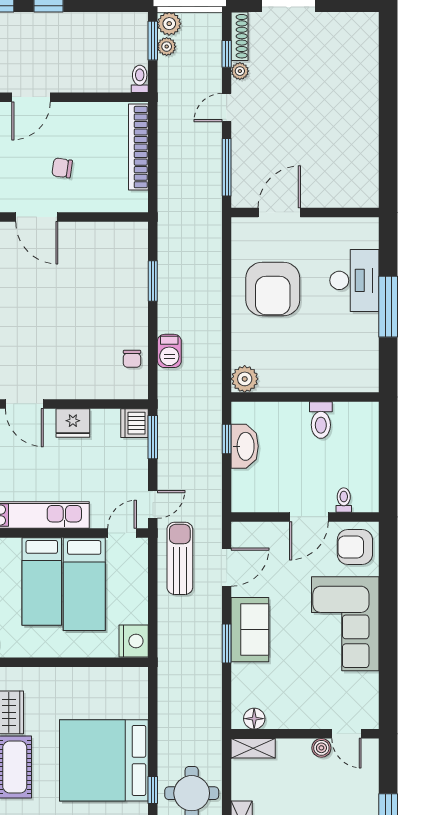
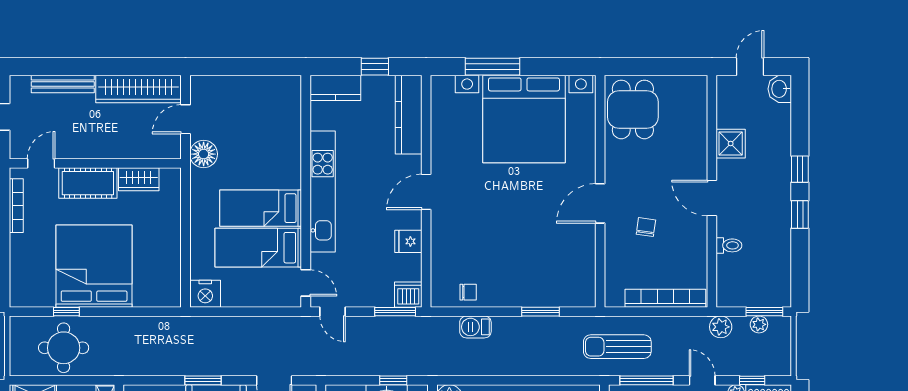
plant: (169, 24) -> (721, 327), moved
toilet: (140, 79) -> (729, 245), moved
chair: (132, 359) -> (468, 292), turned 180
fridge: (73, 423) -> (408, 241), width x0.72
sun lounger: (180, 558) -> (617, 347), moved, turned 180

